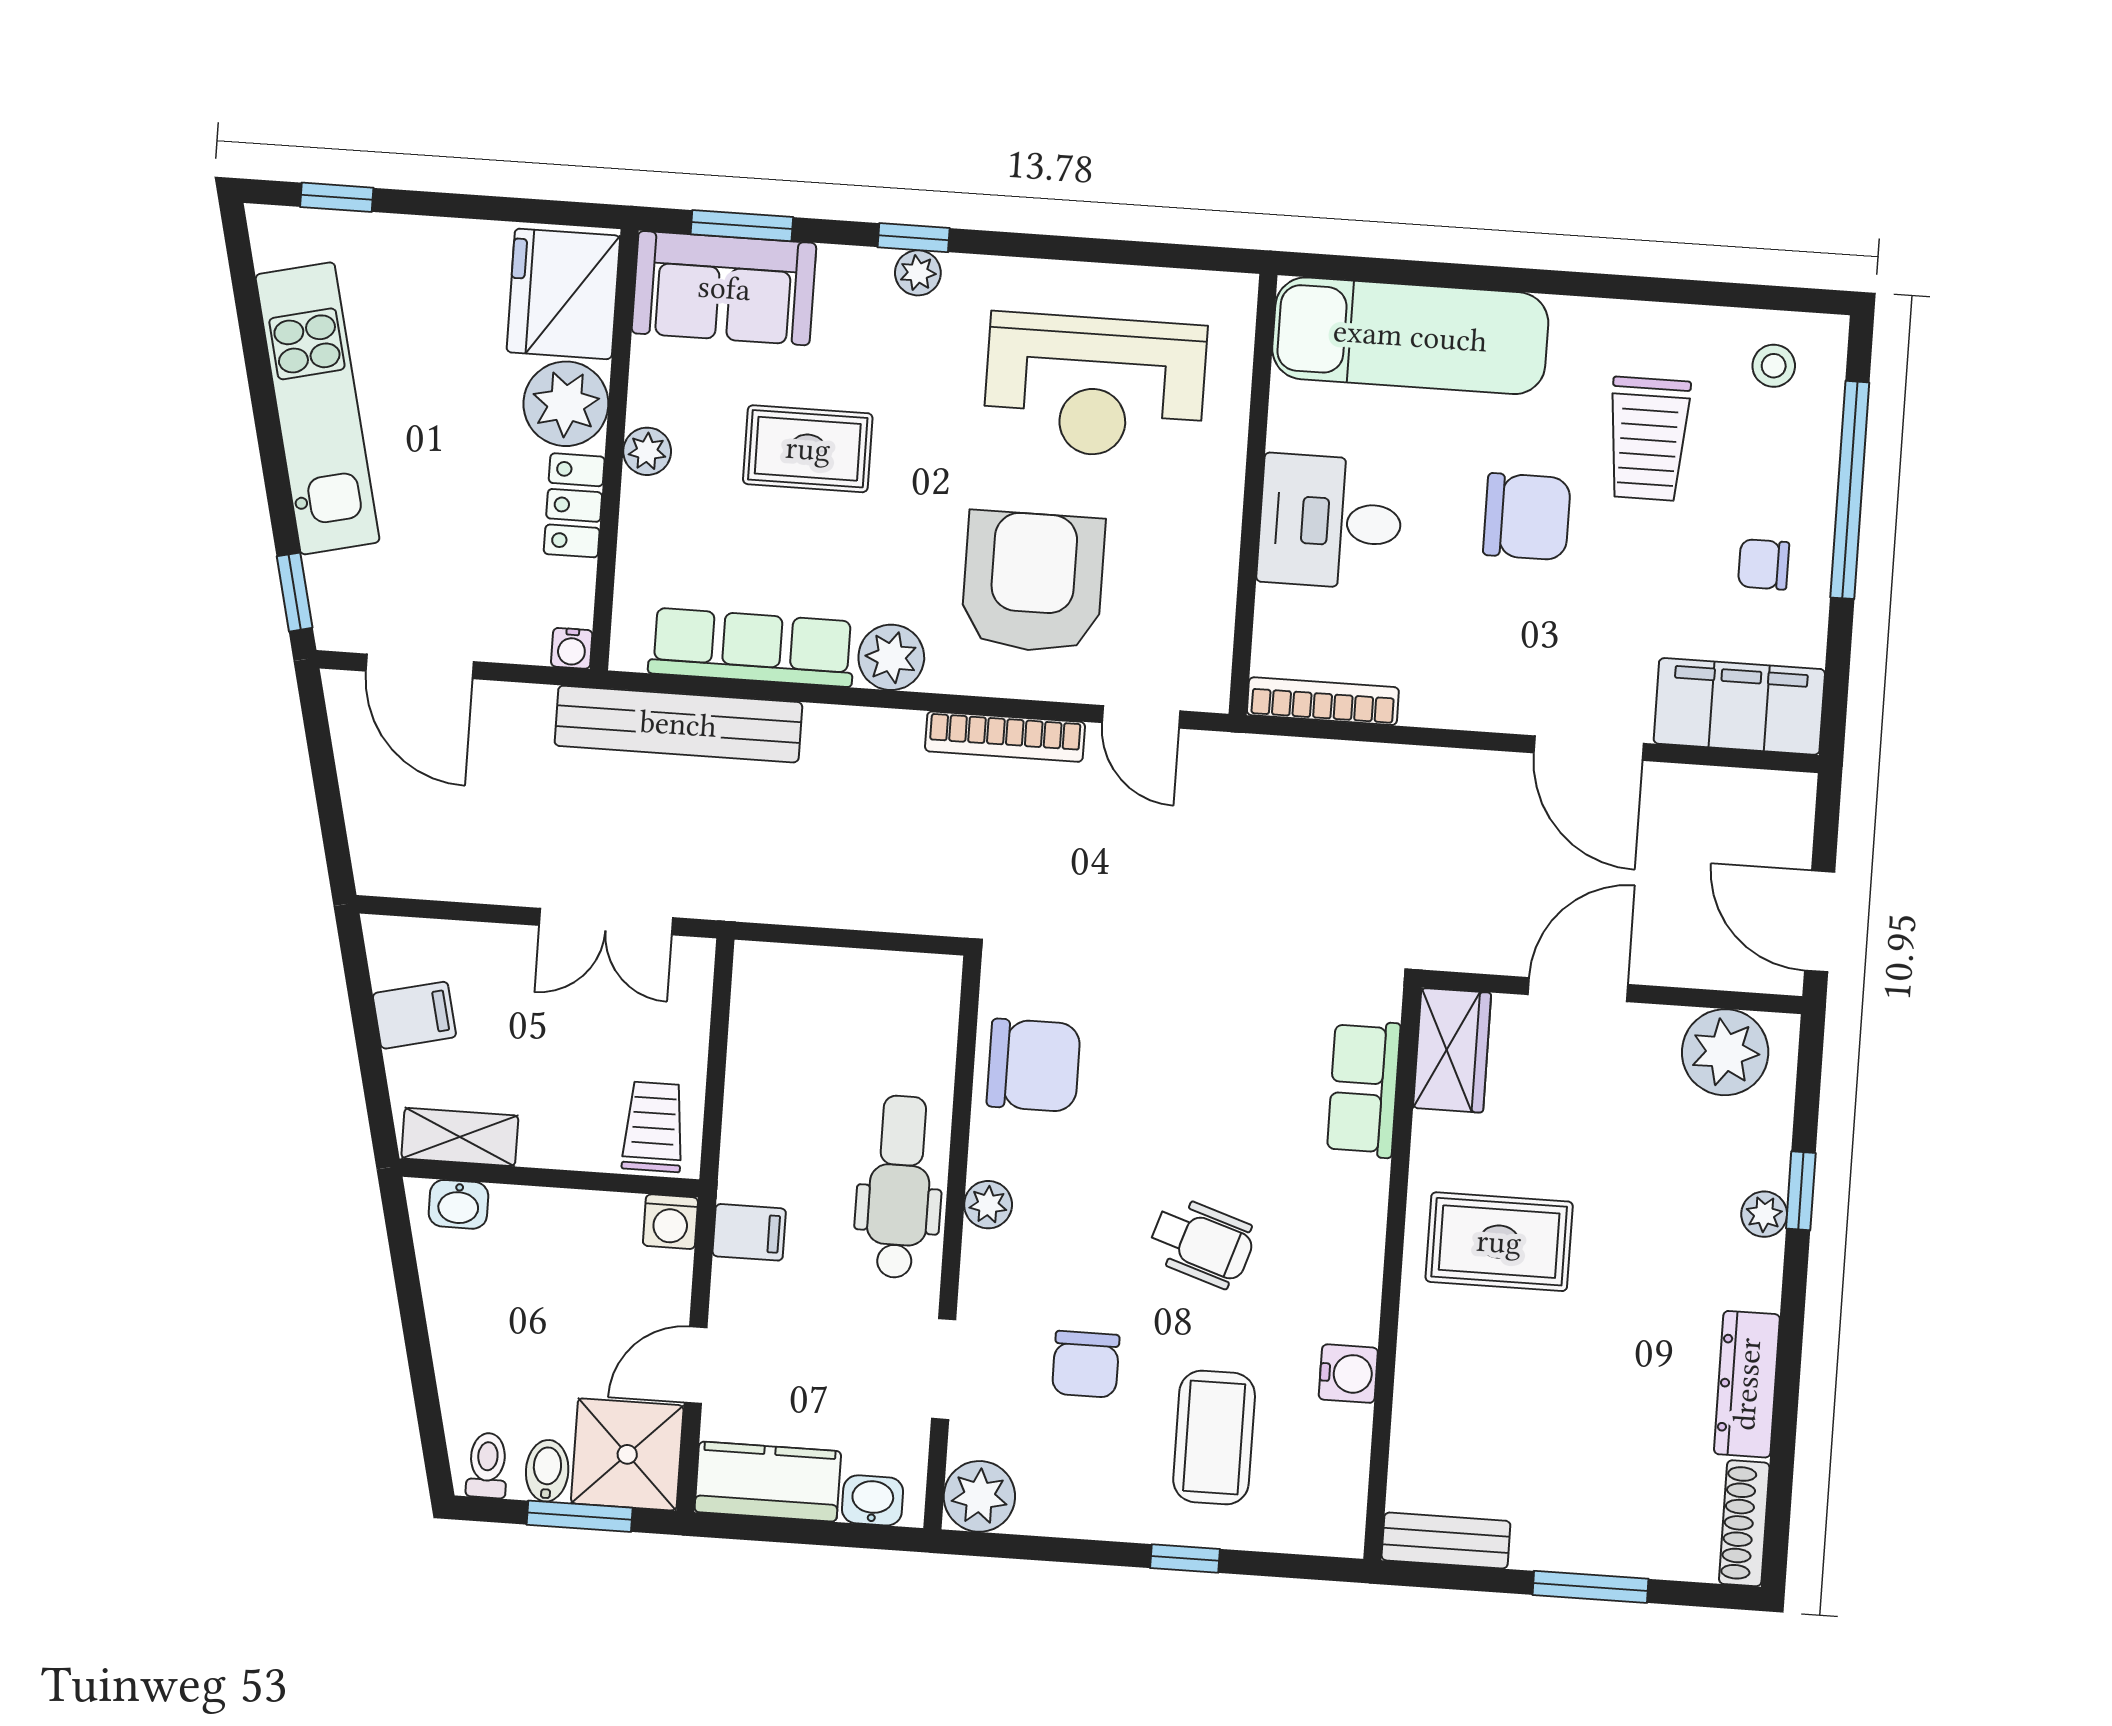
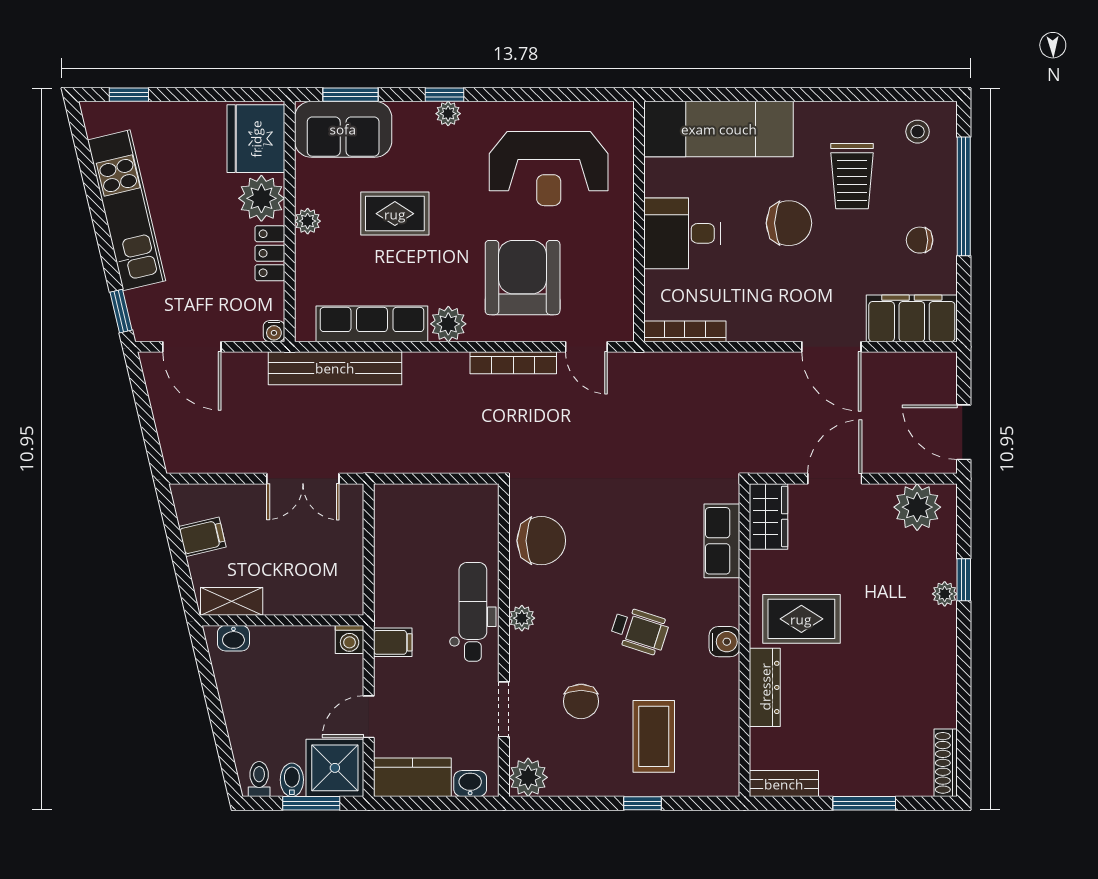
trolley: (654, 1127) -> (337, 589), removed
water cooler: (1348, 1374) -> (724, 642), moved
dresser: (1747, 1384) -> (765, 687), moved, turned 180

